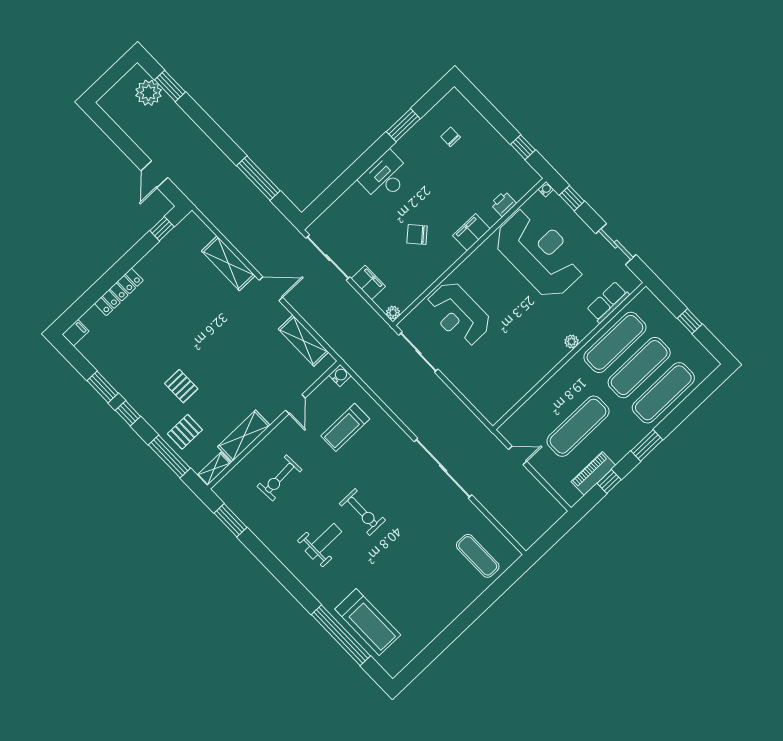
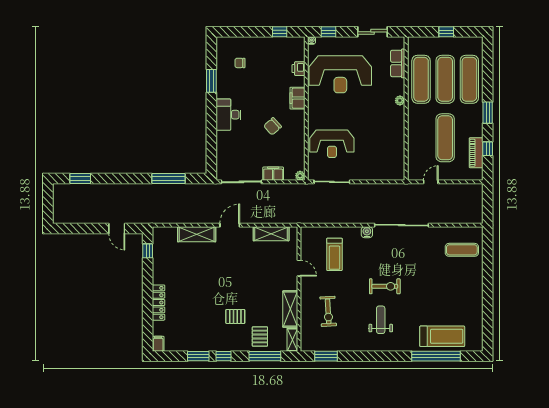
plant: (149, 93) -> (73, 192), removed
reception desk: (539, 253) -> (340, 74), turned 180
water cooler: (340, 375) -> (367, 232), moved

